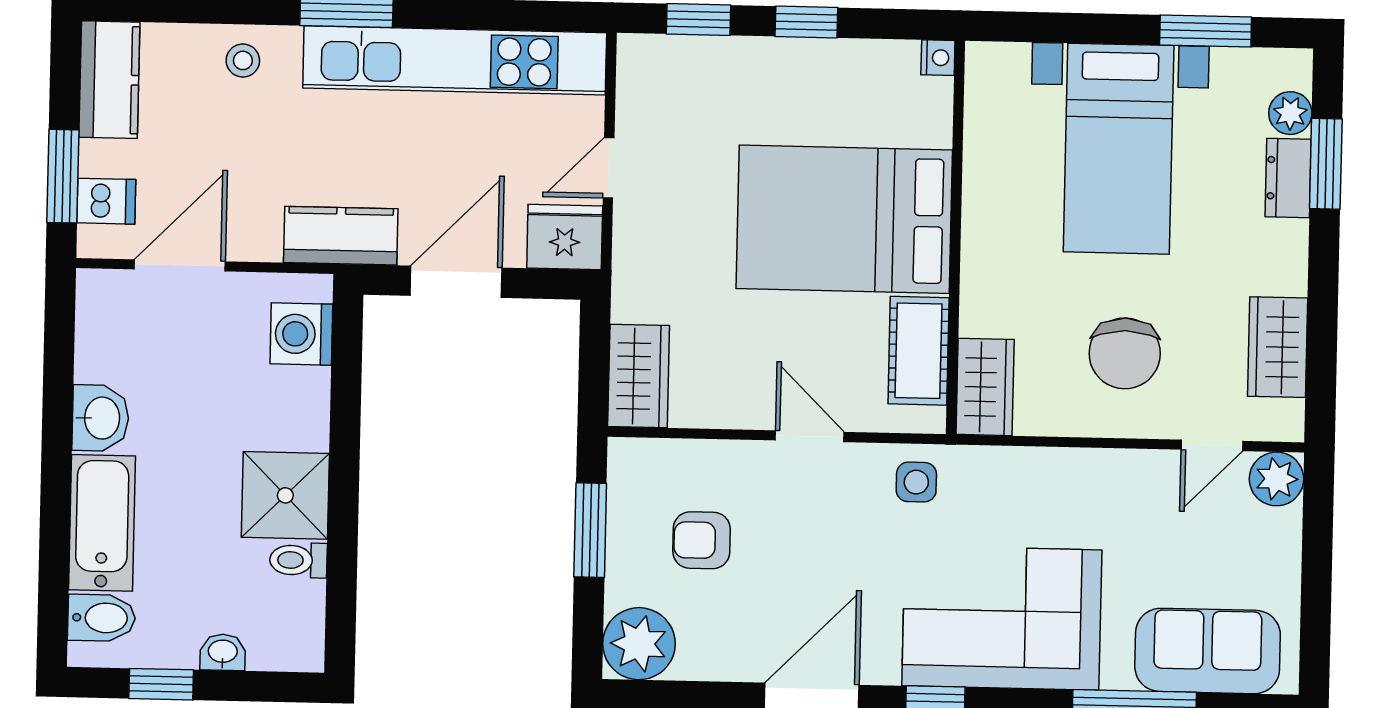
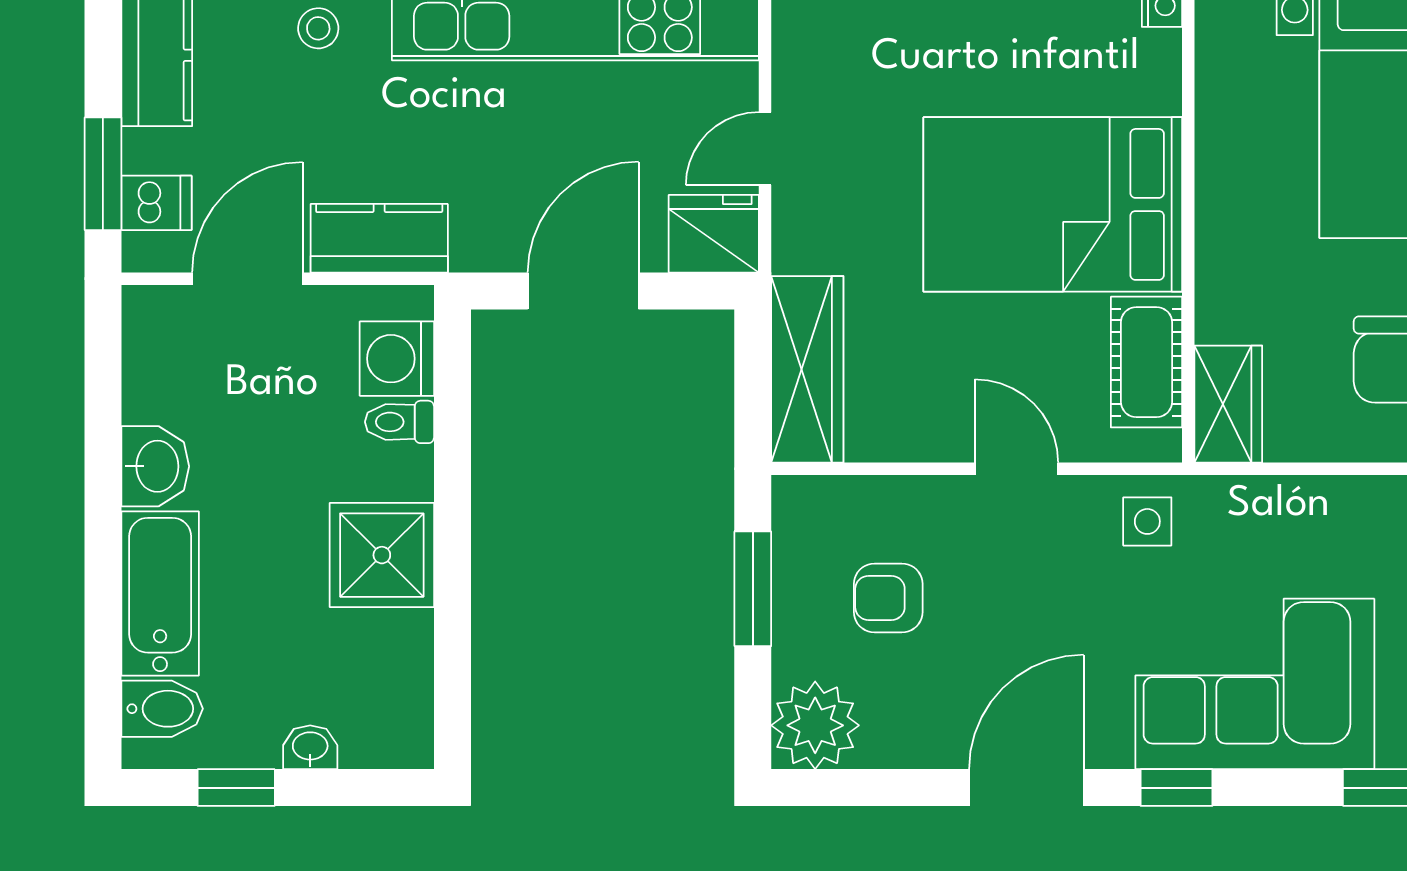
kitchen counter: (341, 236) -> (379, 238), moved
wardrobe: (639, 376) -> (807, 369), width x1.50
toilet: (298, 560) -> (399, 422), moved

